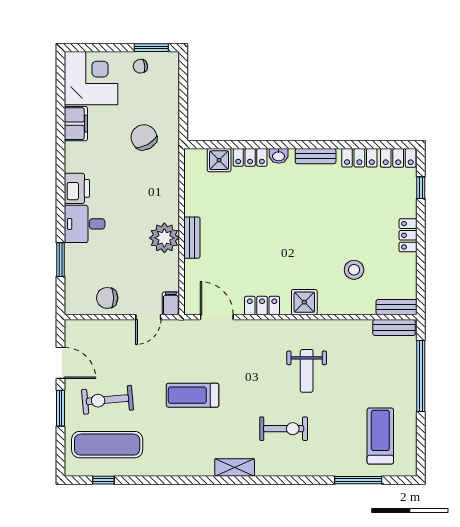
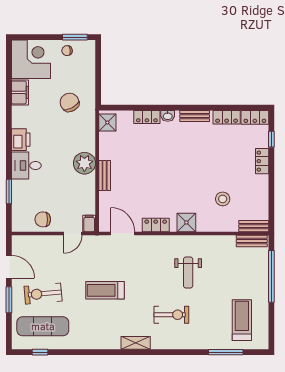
shower: (219, 160) -> (107, 122), moved
locker: (408, 235) -> (262, 161), moved
plant: (164, 238) -> (84, 163), moved

